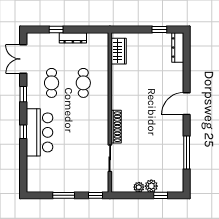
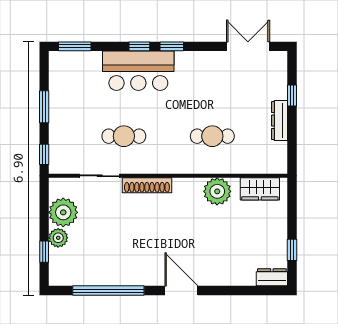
dresser: (178, 48) -> (272, 277), width x0.70
plant: (120, 80) -> (217, 191), added
cafe table: (52, 83) -> (124, 136), moved
window: (23, 94) -> (172, 46), moved
window: (187, 152) -> (108, 291), width x1.46
window: (23, 175) -> (75, 46), added
plant: (139, 187) -> (63, 212), width x1.87, depth x1.87

